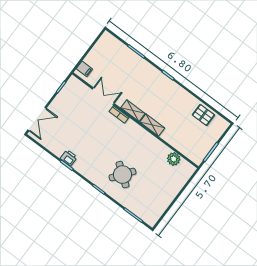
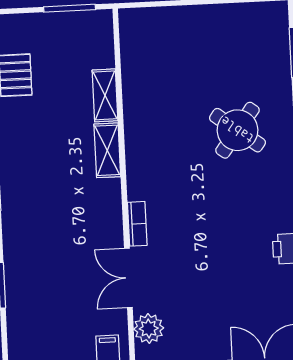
shelving: (133, 111) -> (105, 95), moved
plant: (174, 159) -> (149, 329), moved

